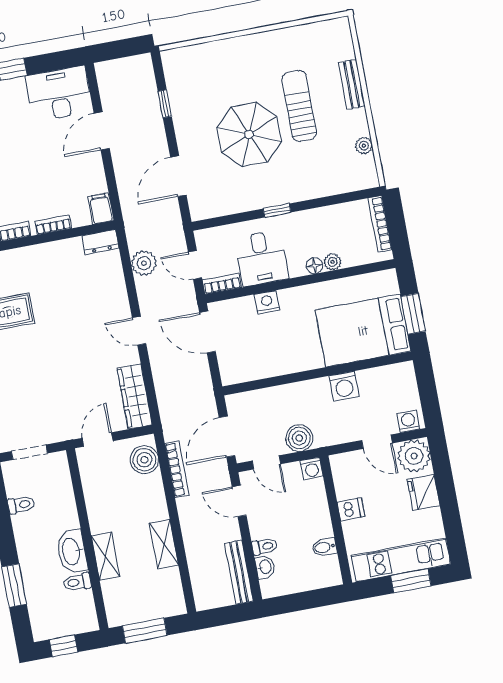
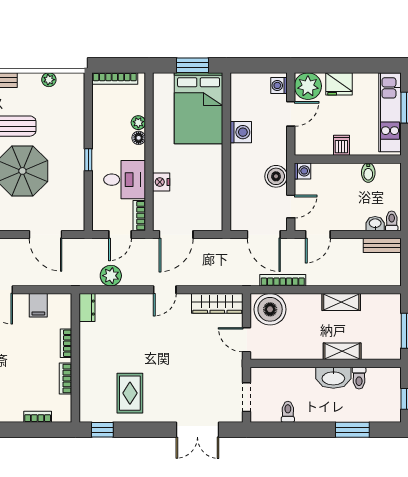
filing cabinet: (101, 208) -> (38, 305), moved, turned -90
boiler: (144, 460) -> (270, 309), width x1.37, depth x1.37
toilet: (264, 547) -> (392, 221), moved
bench: (239, 572) -> (382, 245), width x0.73

